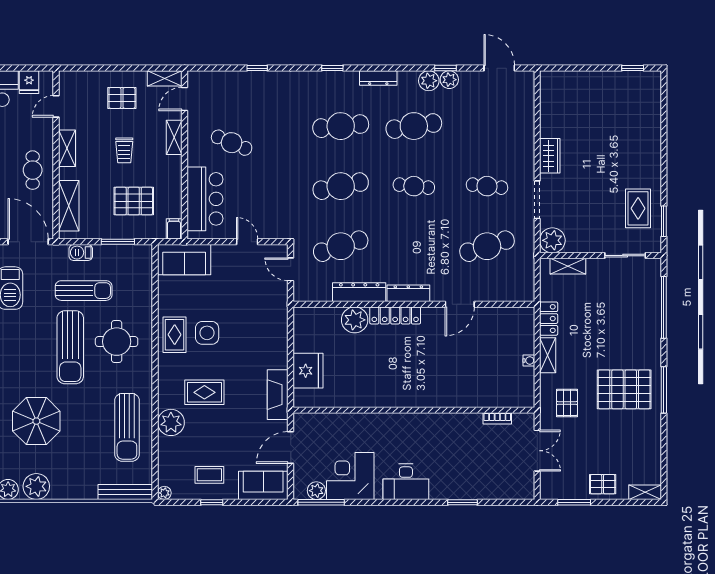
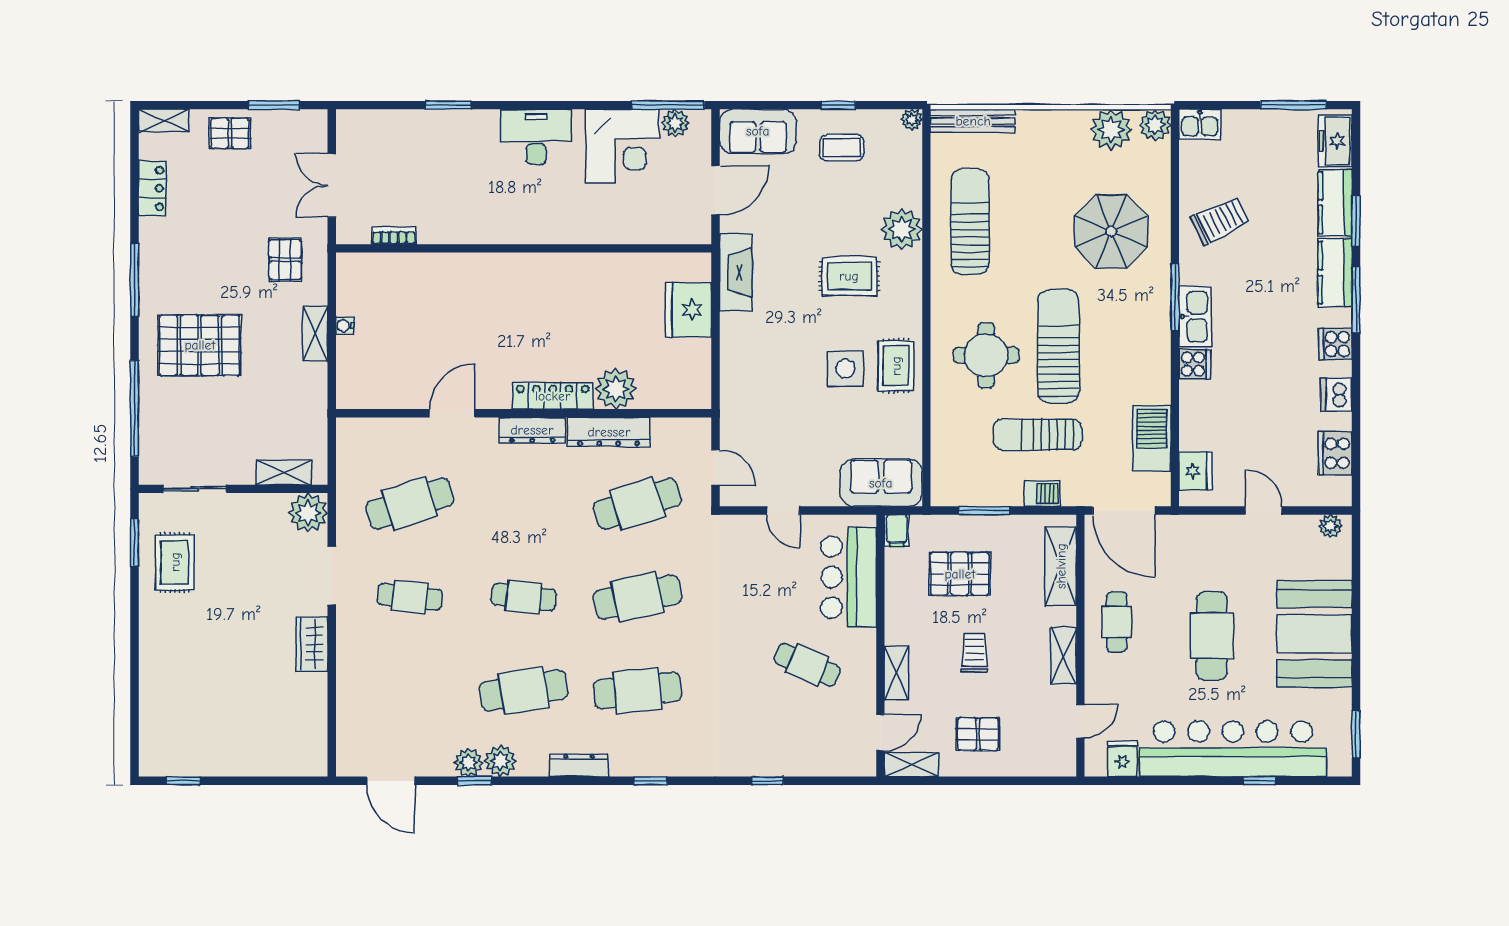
locker: (549, 319) -> (152, 188), moved, turned 180
pallet: (624, 389) -> (200, 345), moved

